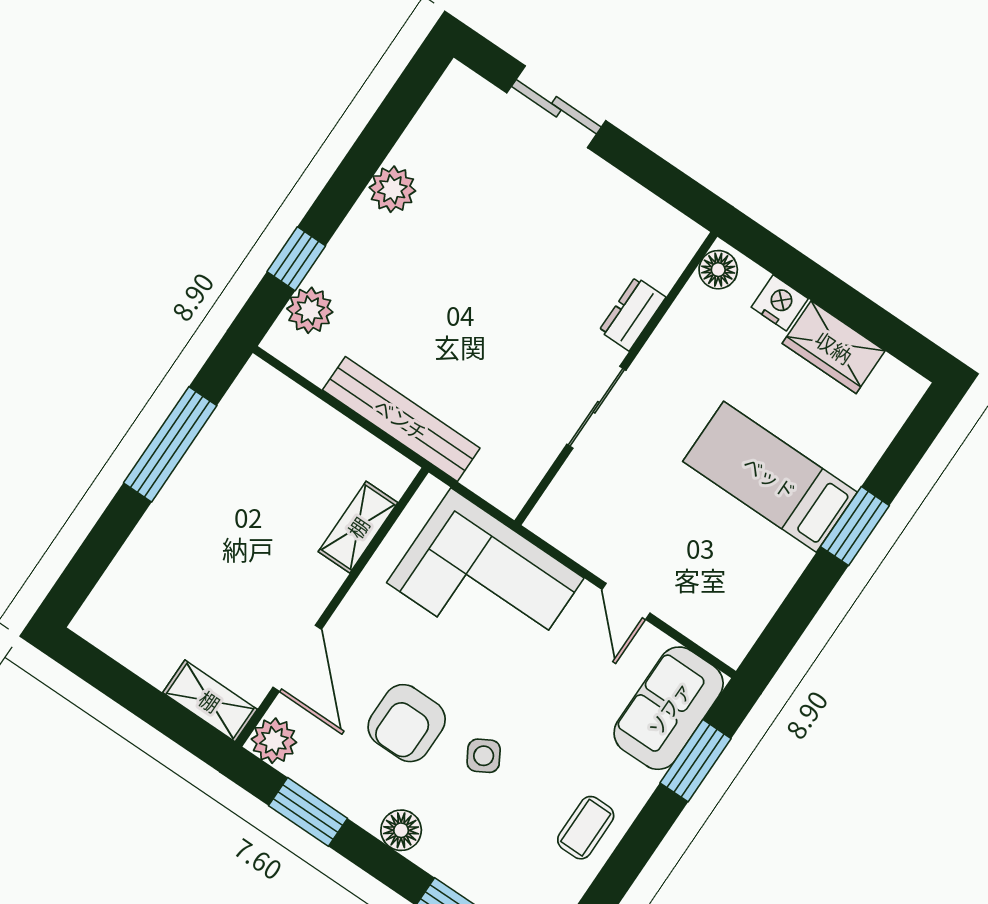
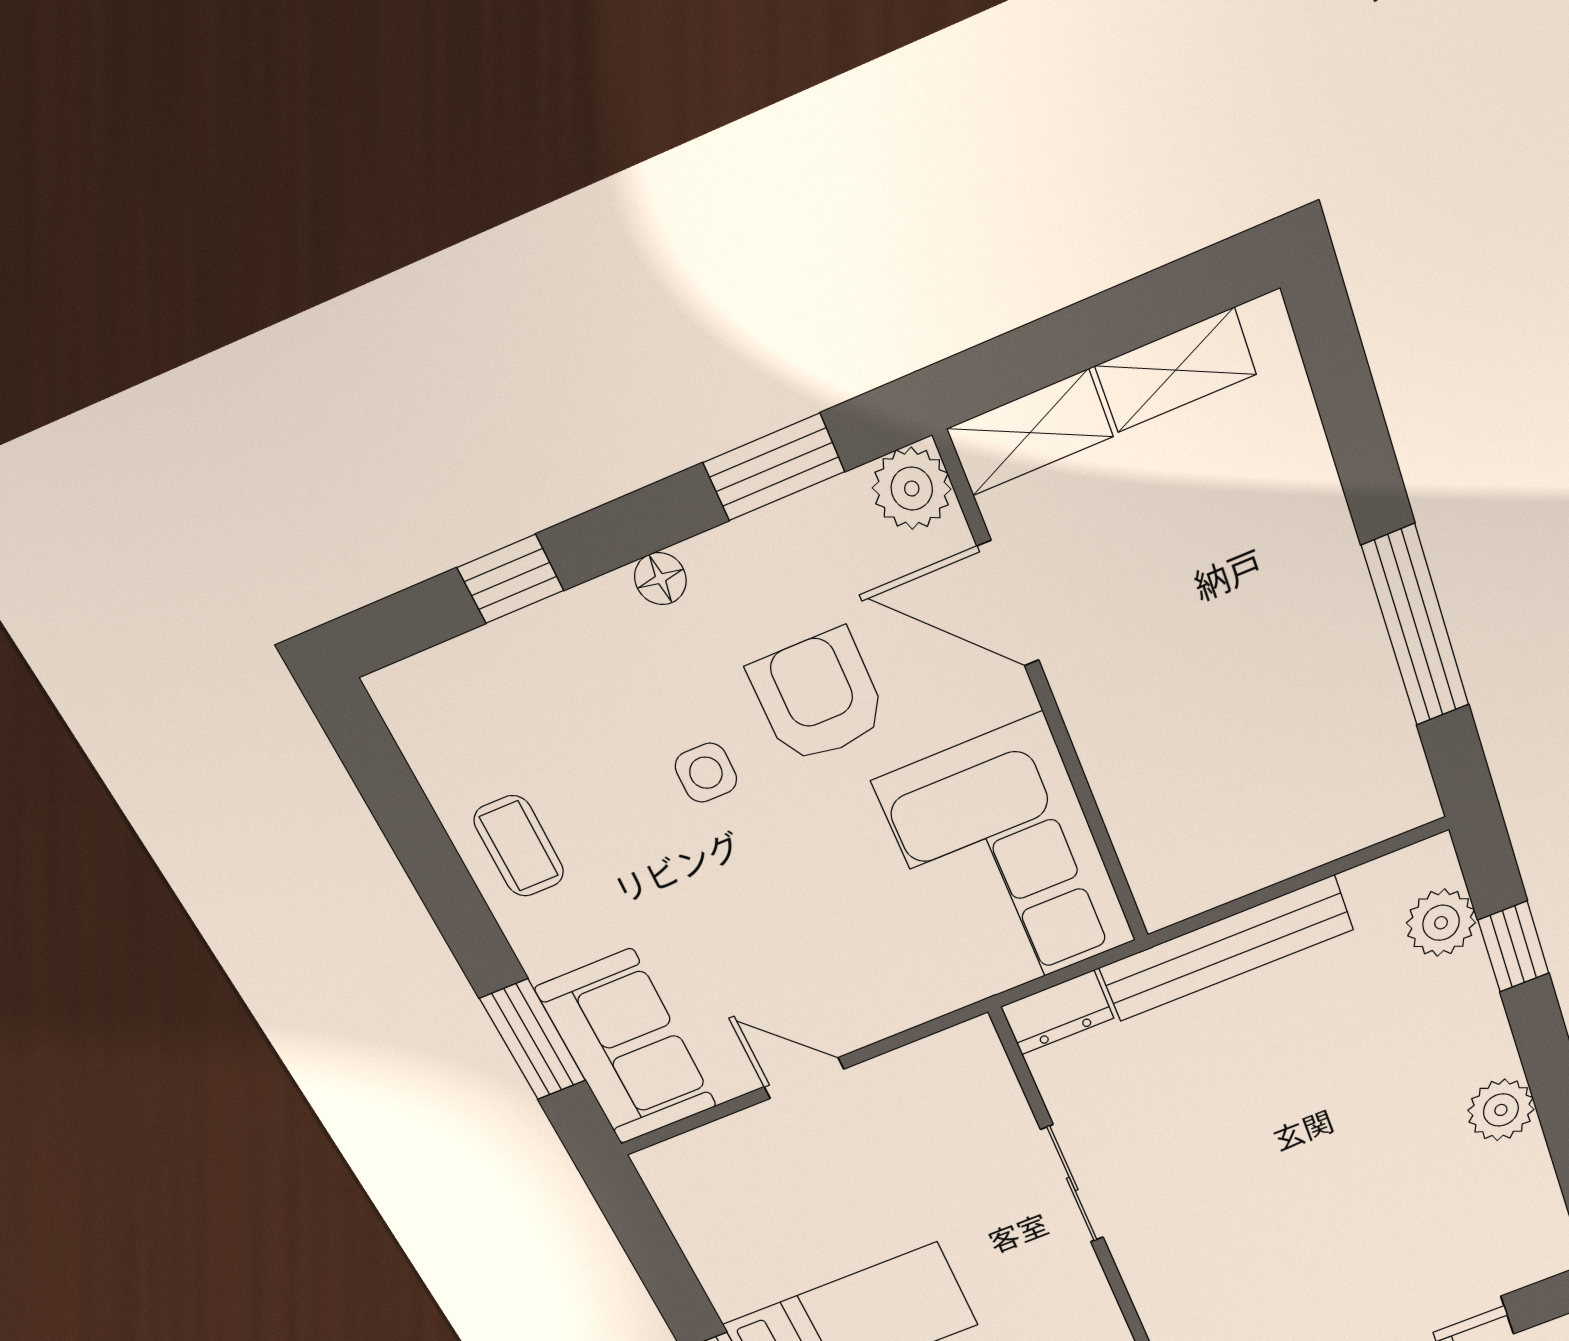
dresser: (632, 314) -> (1057, 1012), moved, turned 90
shelving: (358, 527) -> (1176, 370), moved, turned 90
corner sofa: (485, 580) -> (1006, 862), moved, turned -90
side table: (484, 756) -> (706, 773), turned 30
floor lamp: (401, 830) -> (660, 579), width x0.73, depth x0.73

